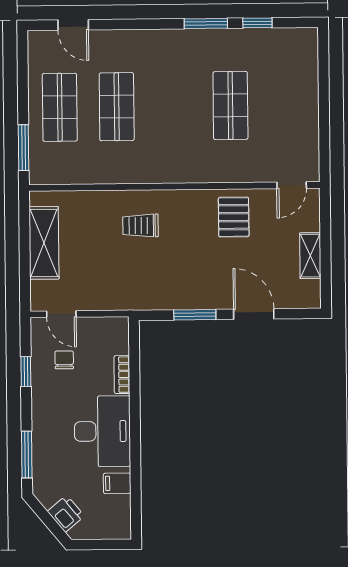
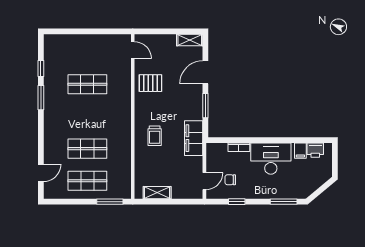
shelving: (44, 243) -> (157, 193), width x0.67, depth x0.75
shelving: (310, 256) -> (190, 40), moved
filing cabinet: (137, 294) -> (194, 138), added
printer: (66, 514) -> (315, 150), moved, turned -140

